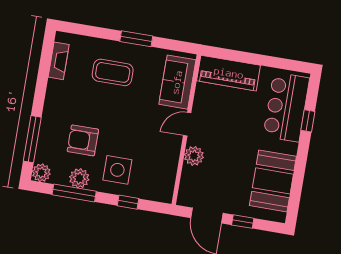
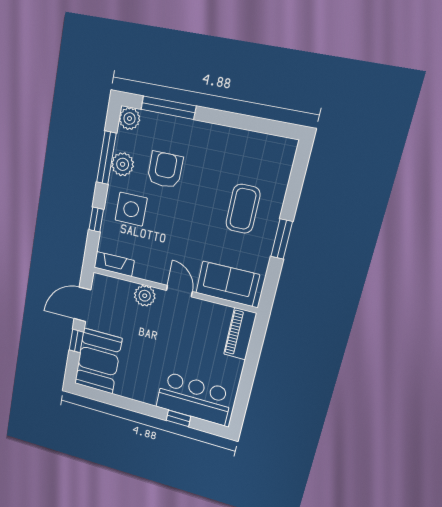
fireplace: (59, 61) -> (114, 264), moved, turned 180
piano: (229, 73) -> (240, 334), width x0.73, depth x0.75
booth: (273, 181) -> (98, 361), moved, turned 90

